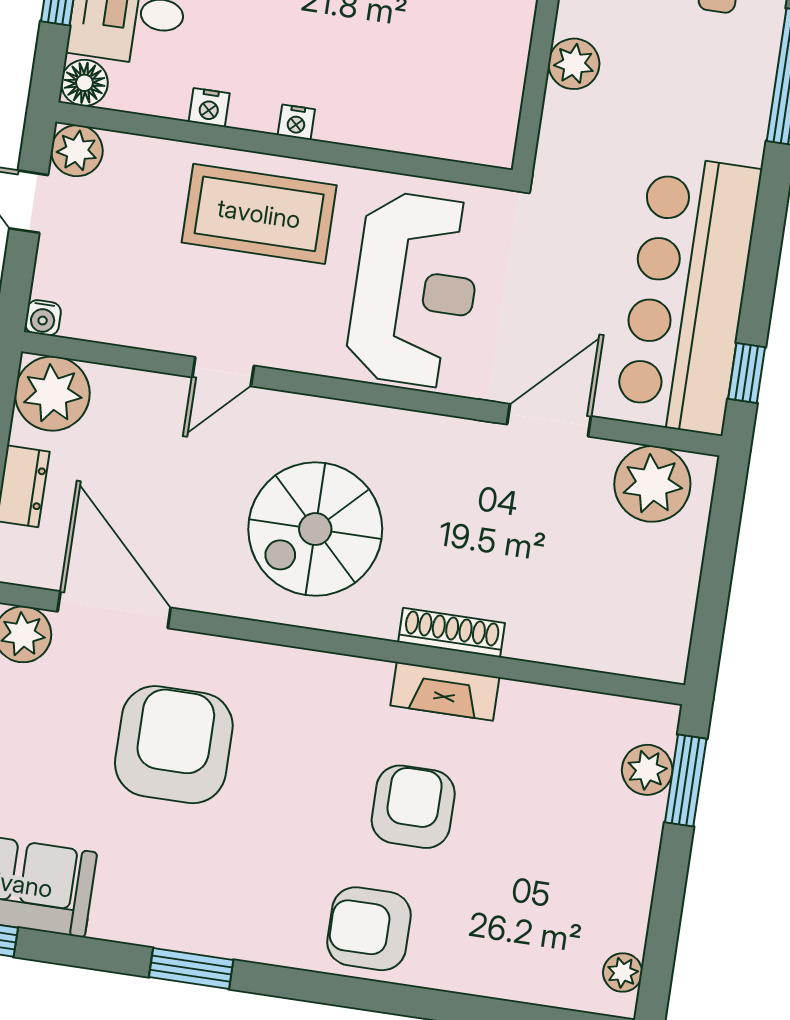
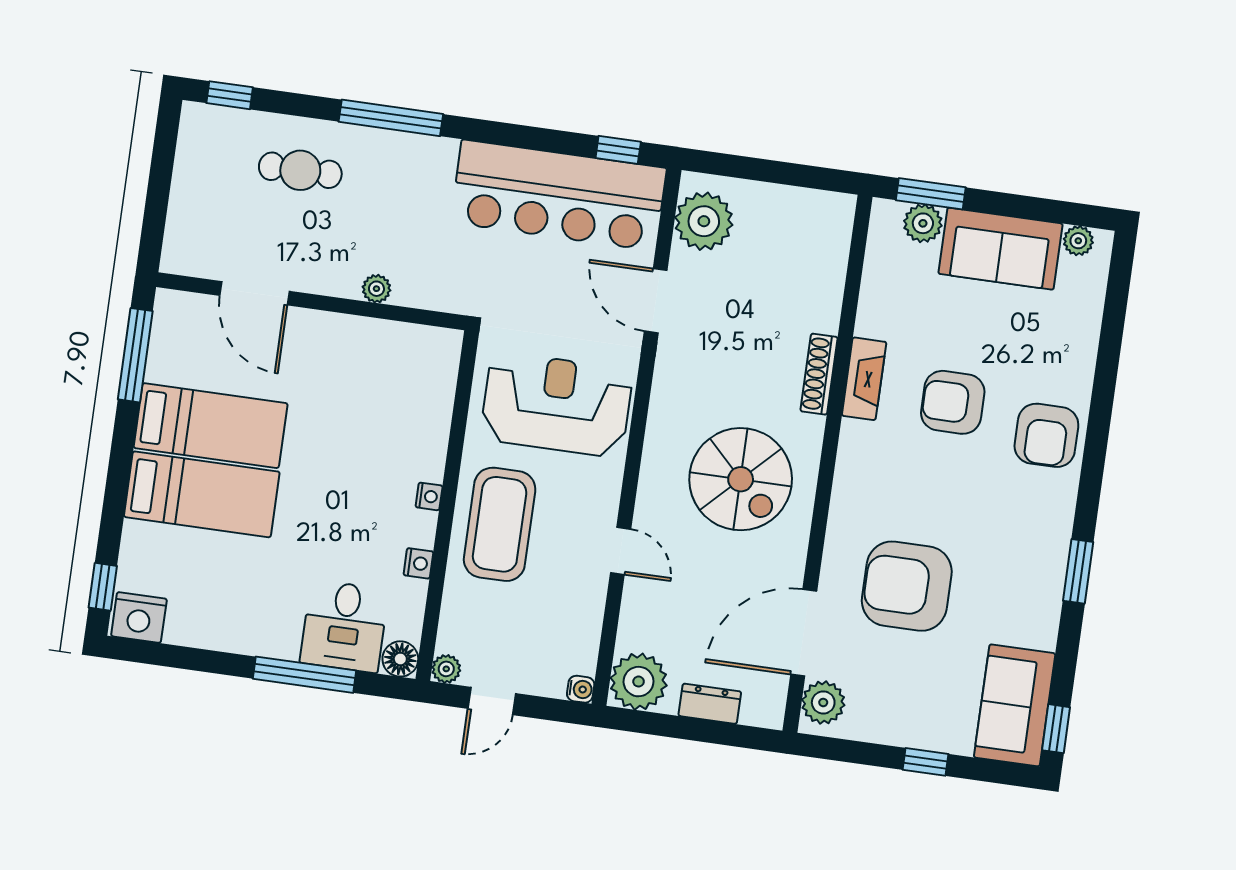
plant: (574, 64) -> (376, 289), width x0.73, depth x0.73
plant: (77, 151) -> (446, 669), width x0.73, depth x0.73
sofa: (613, 871) -> (1000, 249), added

